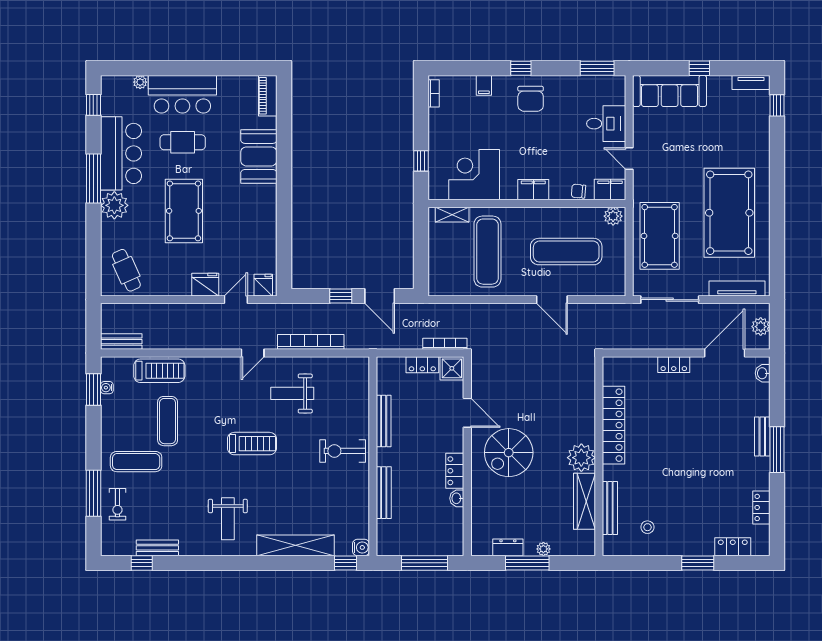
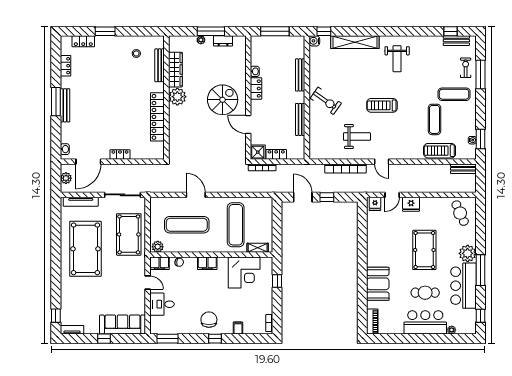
door: (253, 353) -> (382, 162), swing flipped
bench: (762, 436) -> (65, 105), width x1.36
exercise bike: (343, 451) -> (326, 101), turned 35
weight bench: (228, 519) -> (397, 59), turned 180
bench: (157, 548) -> (456, 41), moved

